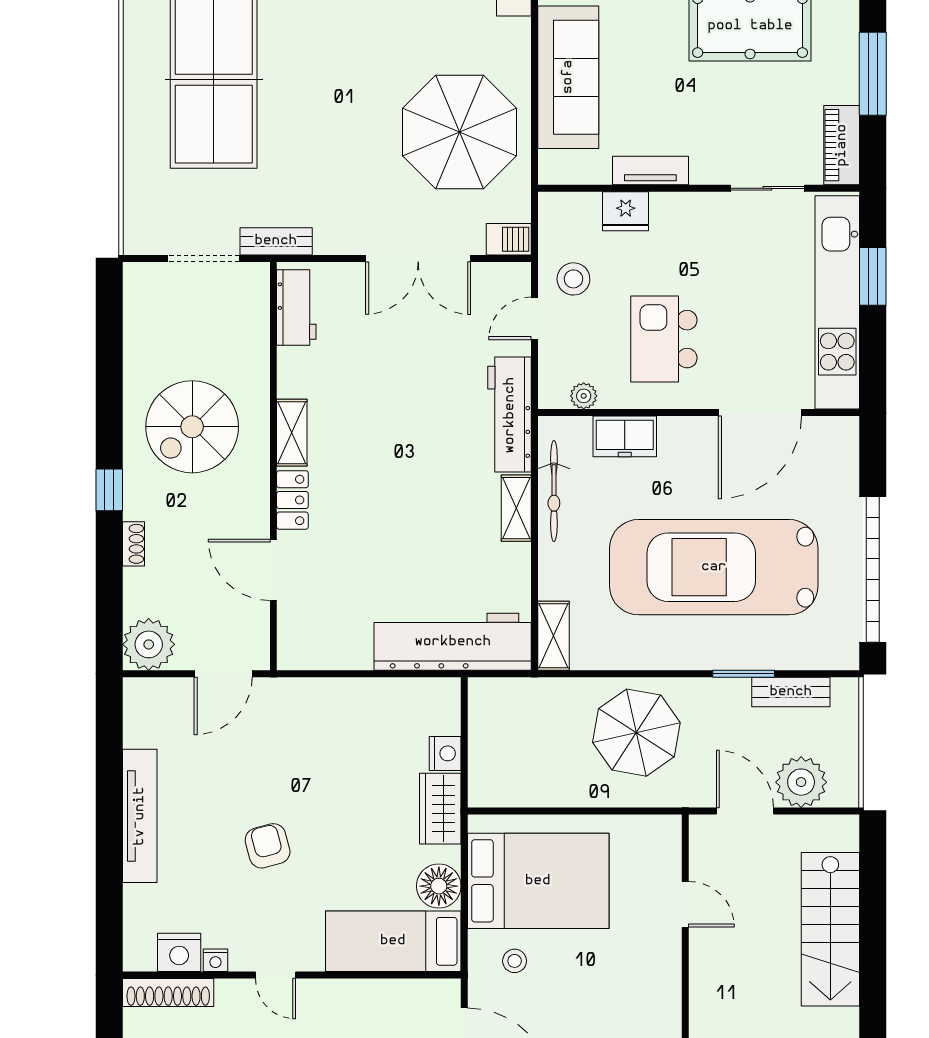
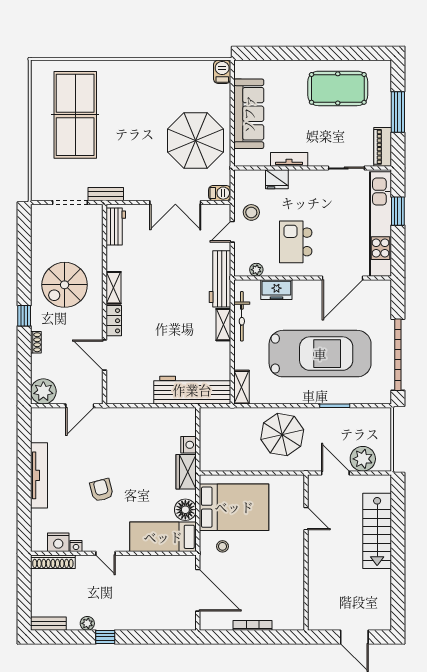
car: (714, 567) -> (320, 354), turned 180
bench: (791, 692) -> (358, 415), removed

